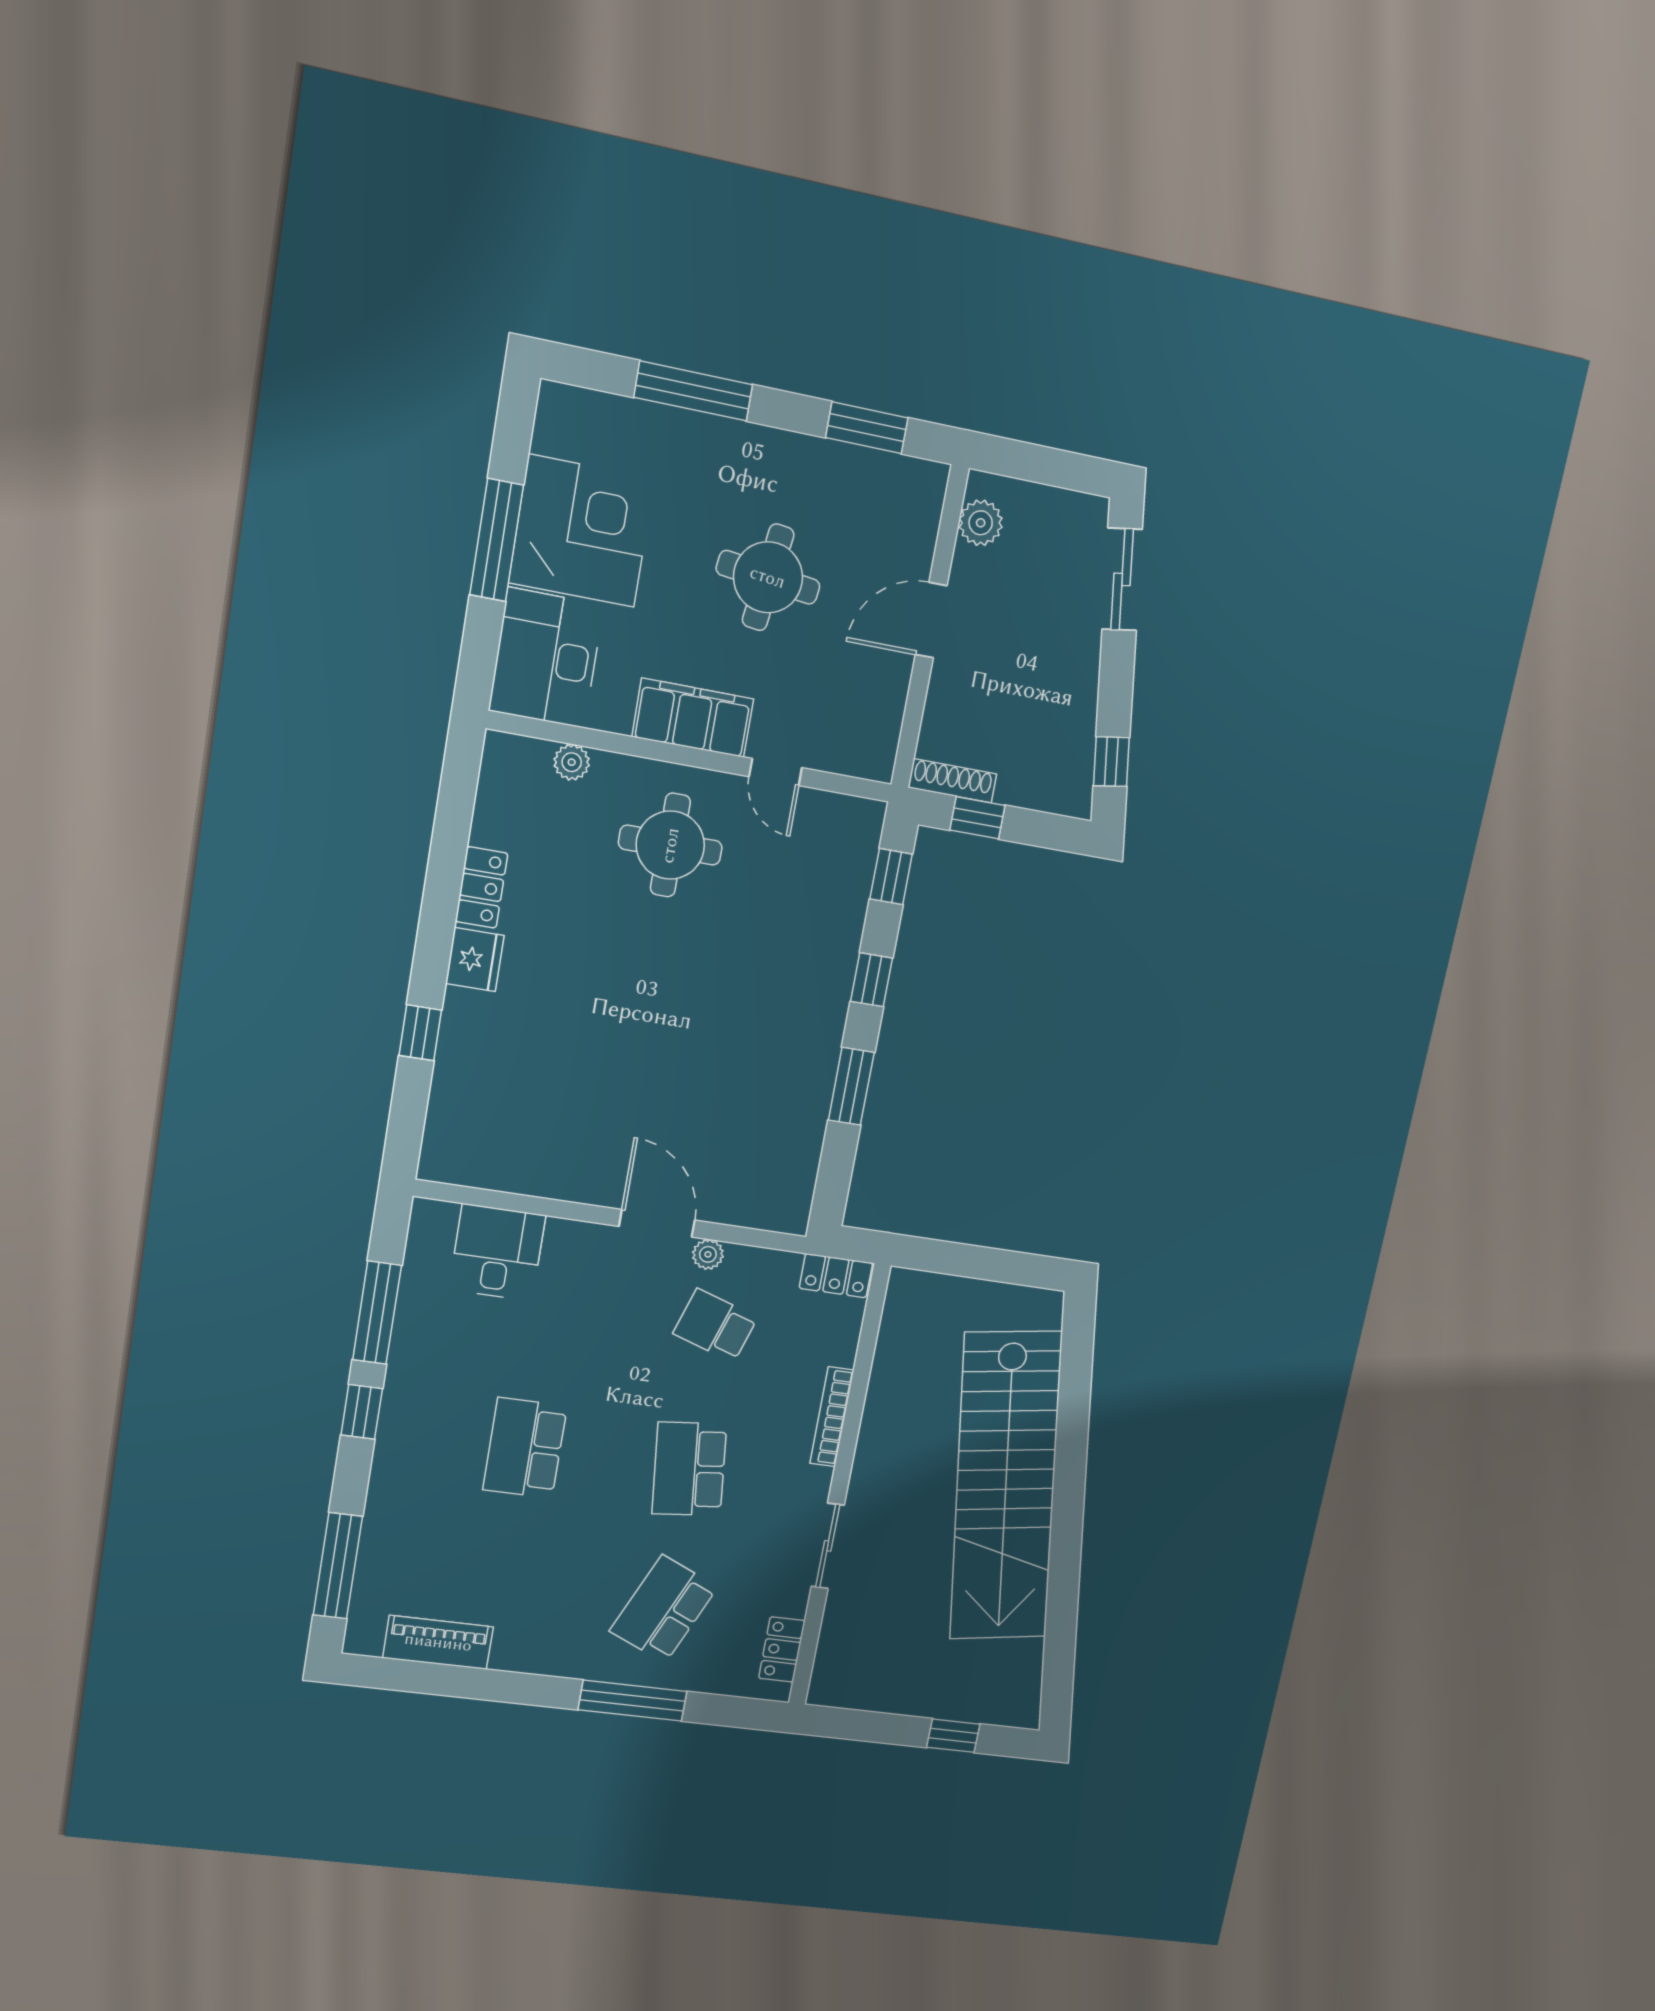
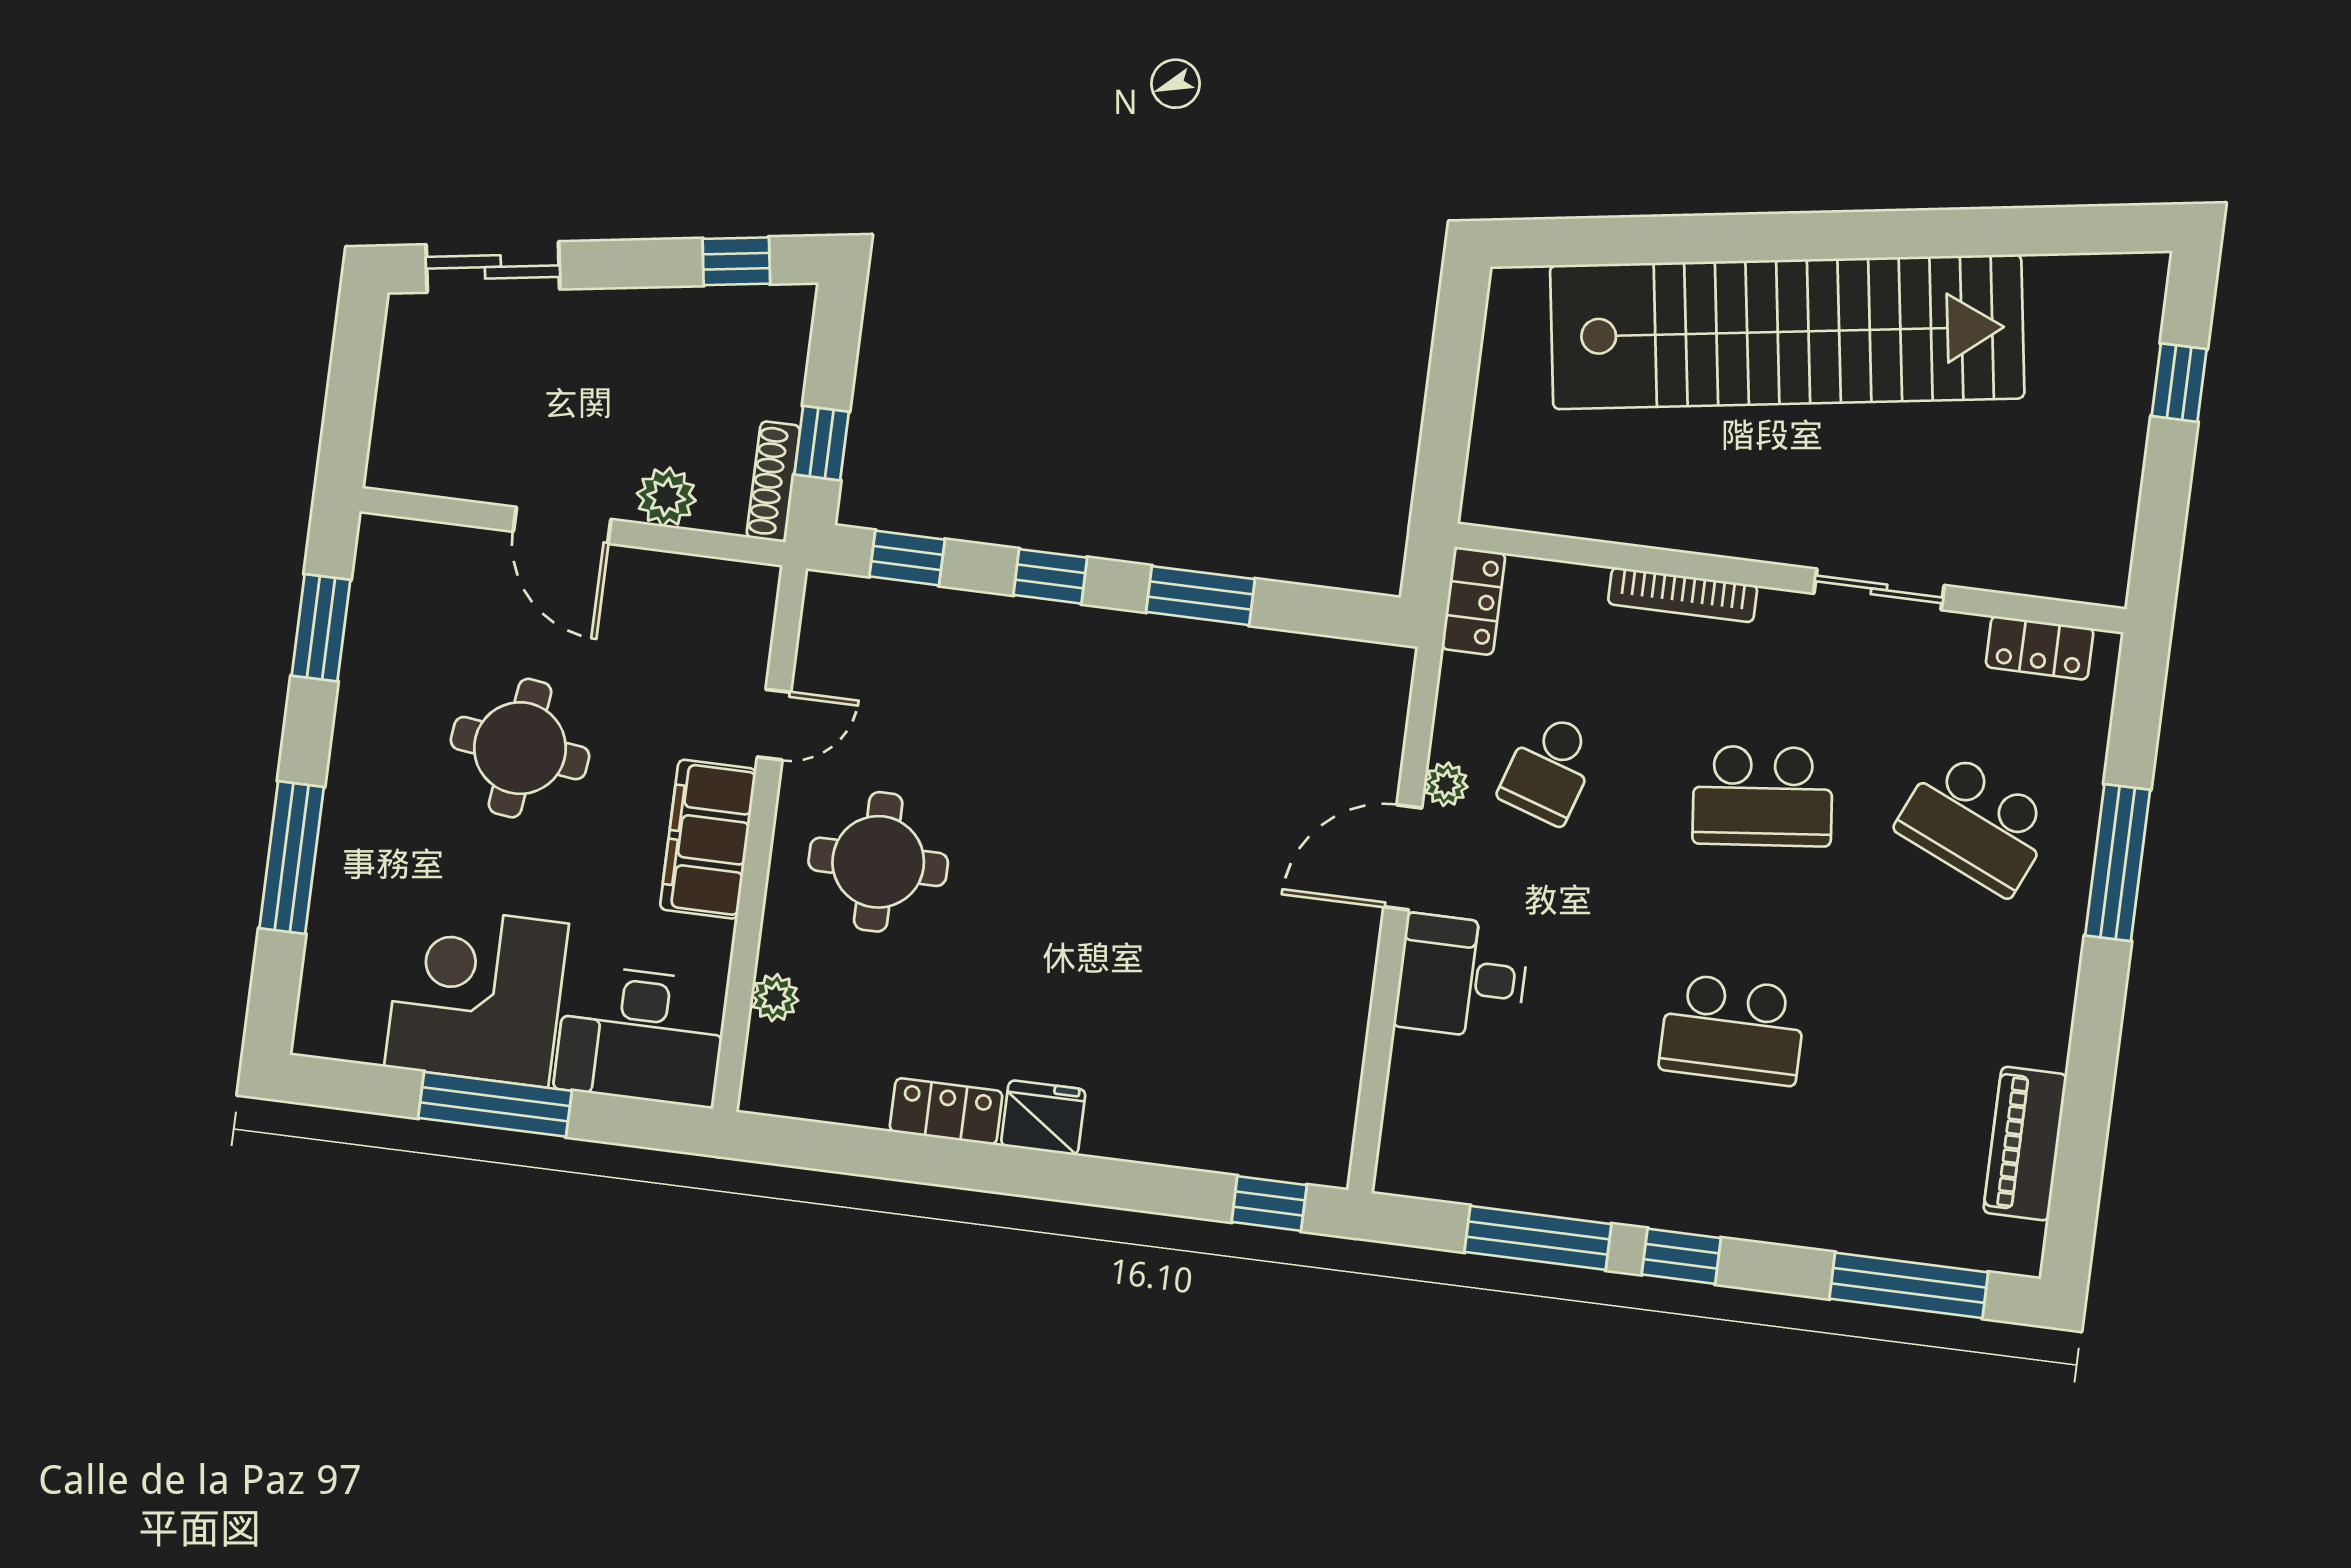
plant: (981, 523) -> (666, 497), moved
window: (420, 1033) -> (1269, 1203), moved
desk: (497, 1252) -> (1462, 977), moved

